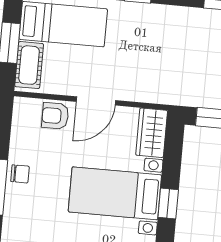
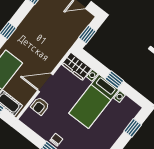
door: (96, 101) -> (45, 83), swing flipped

